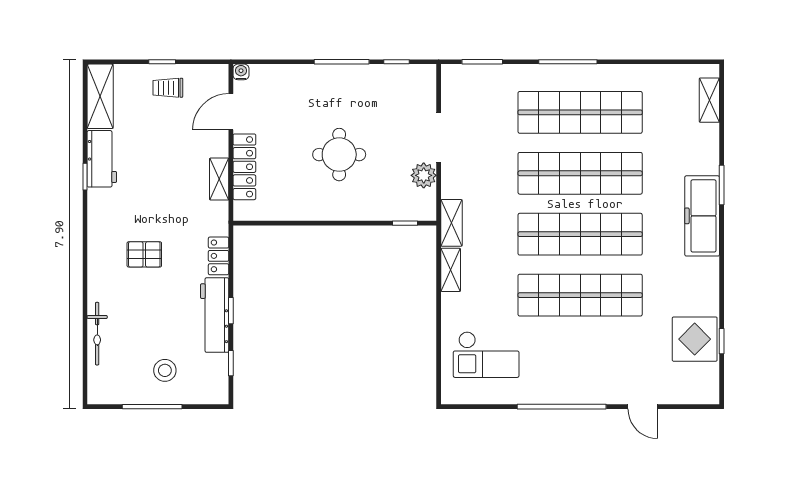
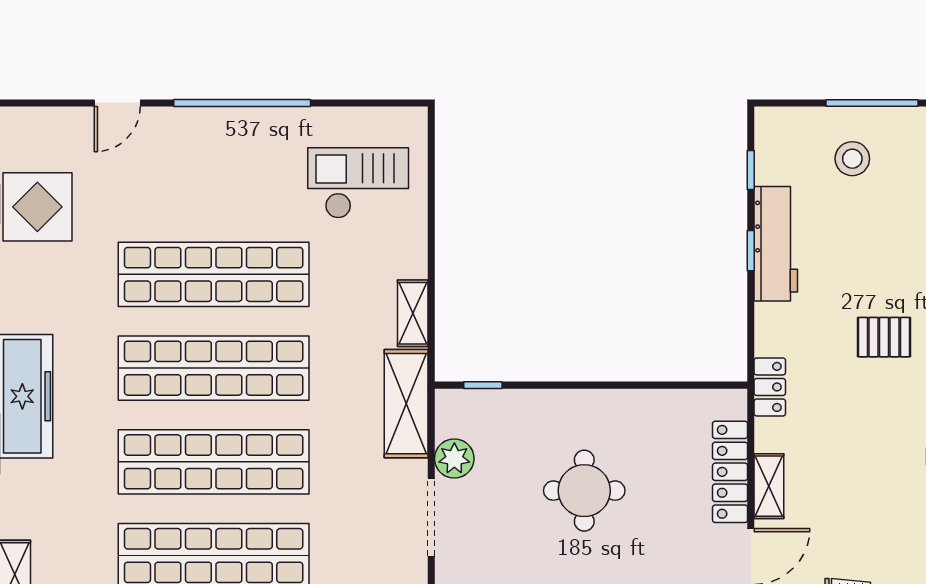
shelving: (219, 179) -> (769, 486), moved
shelving: (451, 223) -> (406, 404), width x1.50, depth x1.33
locker: (219, 256) -> (770, 387), moved
door: (643, 407) -> (117, 103), swing flipped

